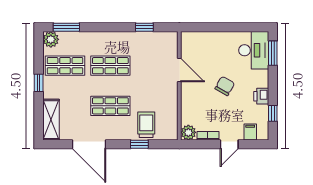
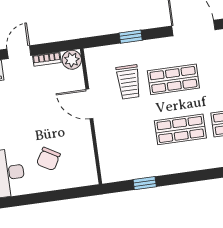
door: (179, 70) -> (89, 104), moved
chair: (225, 86) -> (48, 159), moved
trolley: (146, 125) -> (129, 82), moved

